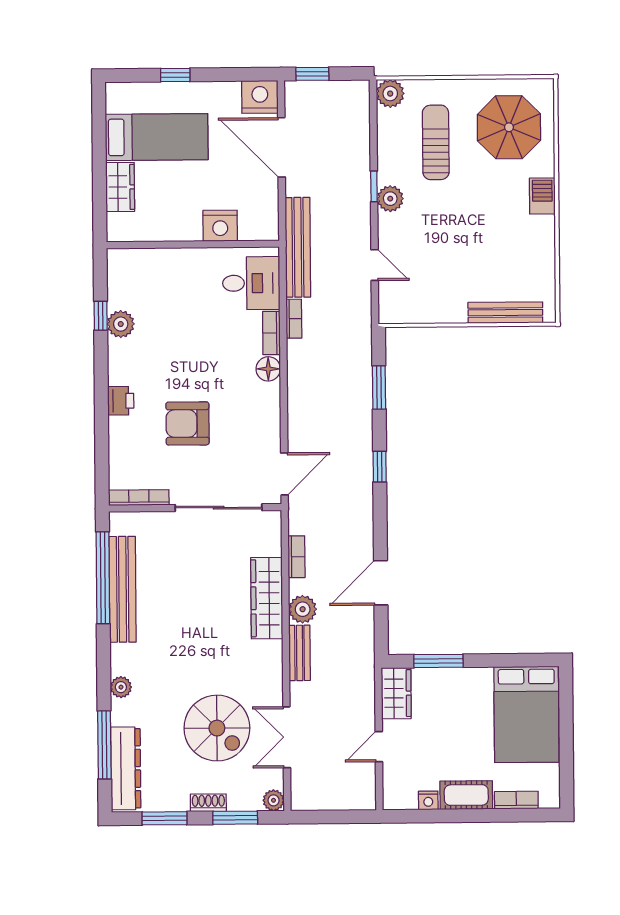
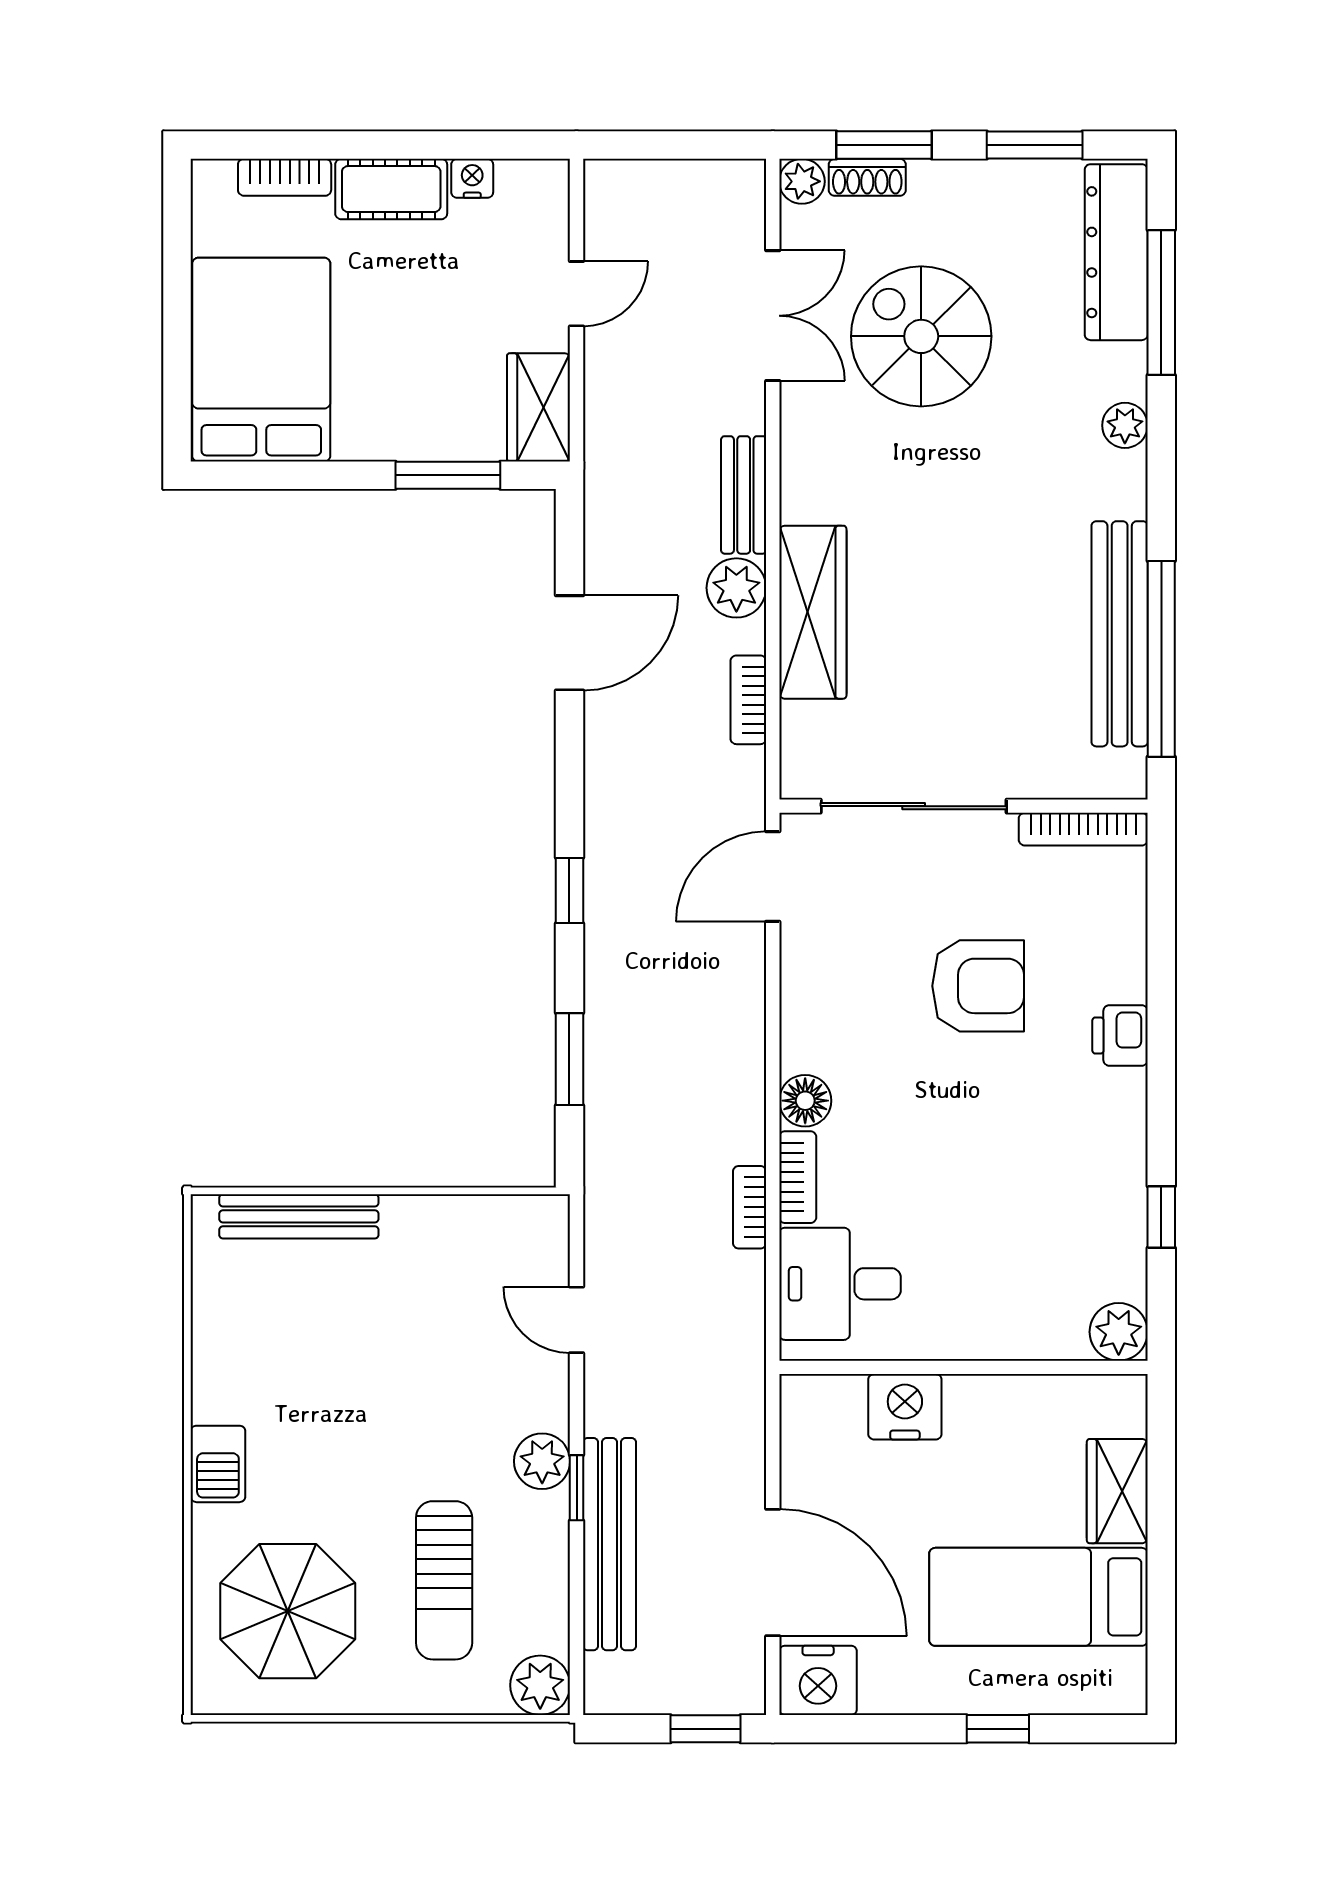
bench: (298, 247) -> (609, 1544), moved
plant: (121, 324) -> (1119, 1332), moved
shoe rack: (208, 803) -> (867, 177), moved

